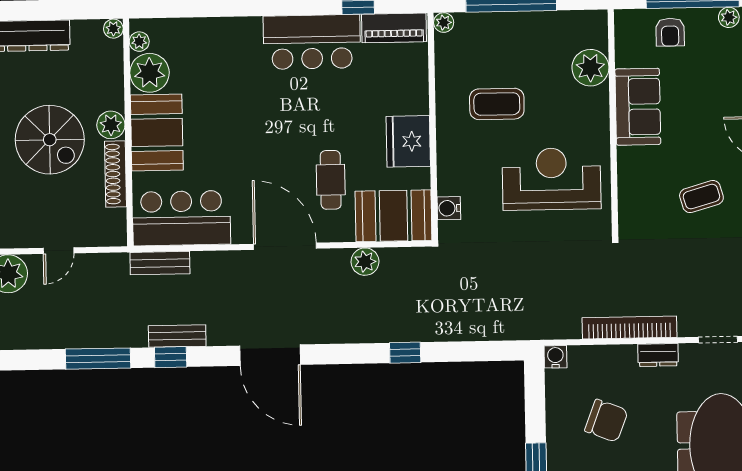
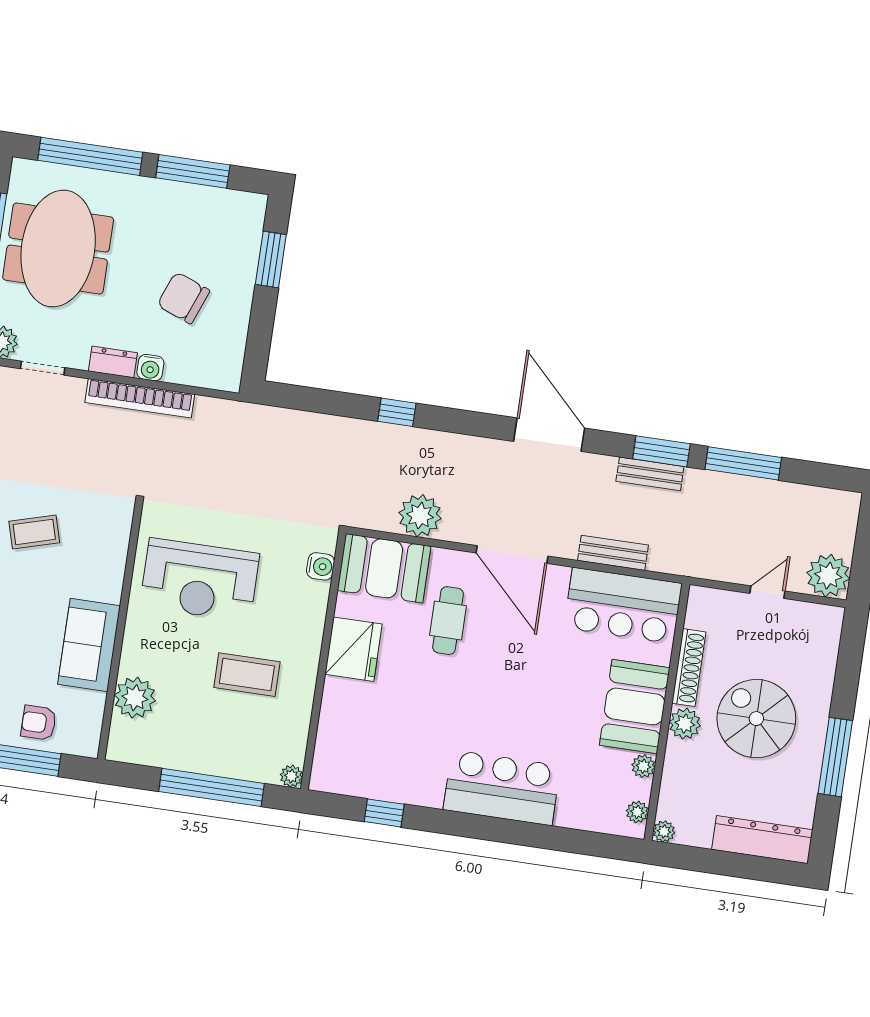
piano: (394, 28) -> (348, 779), removed
armchair: (670, 32) -> (39, 723), turned -90
bar counter: (312, 42) -> (502, 788), moved
plant: (150, 73) -> (643, 766), width x0.53, depth x0.53
plant: (365, 262) -> (420, 516), width x1.36, depth x1.36
bench: (160, 263) -> (613, 553), moved
window: (171, 357) -> (661, 451), width x1.50
water cooler: (555, 357) -> (150, 368), moved

